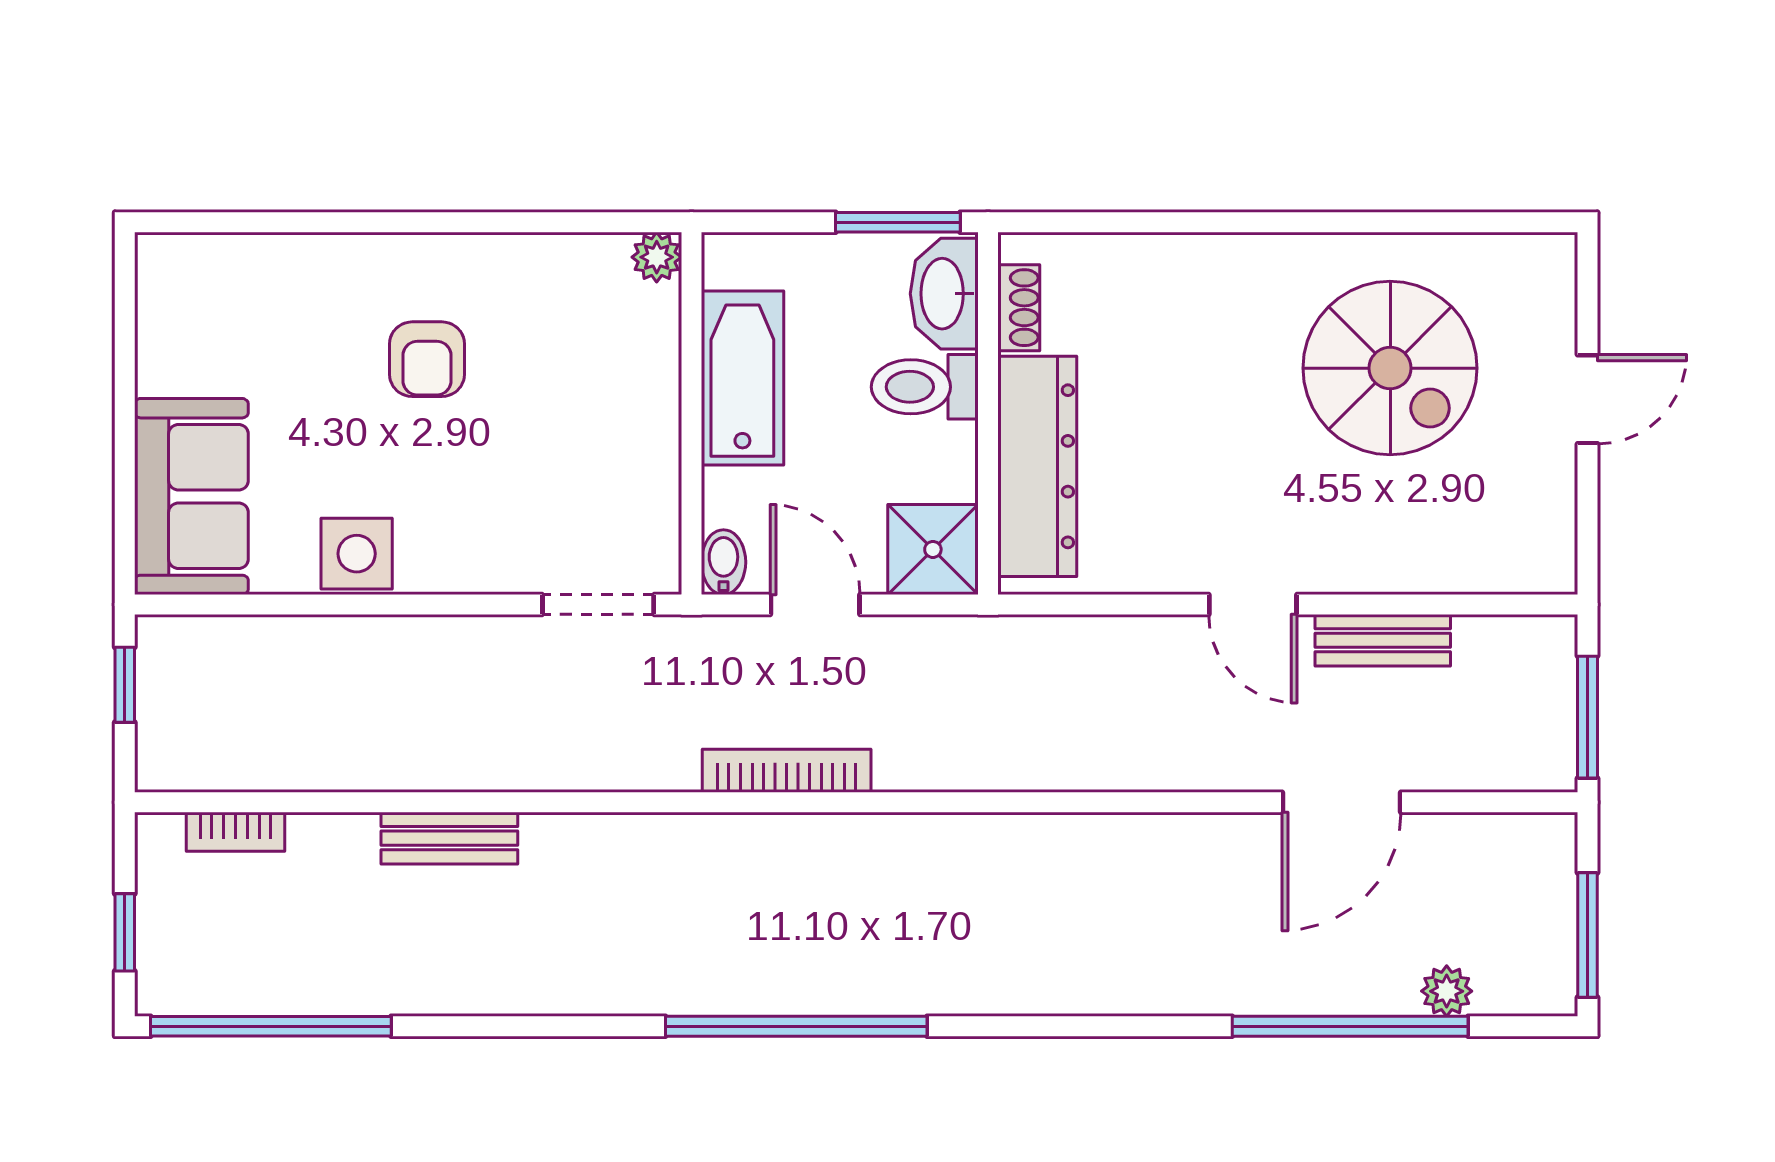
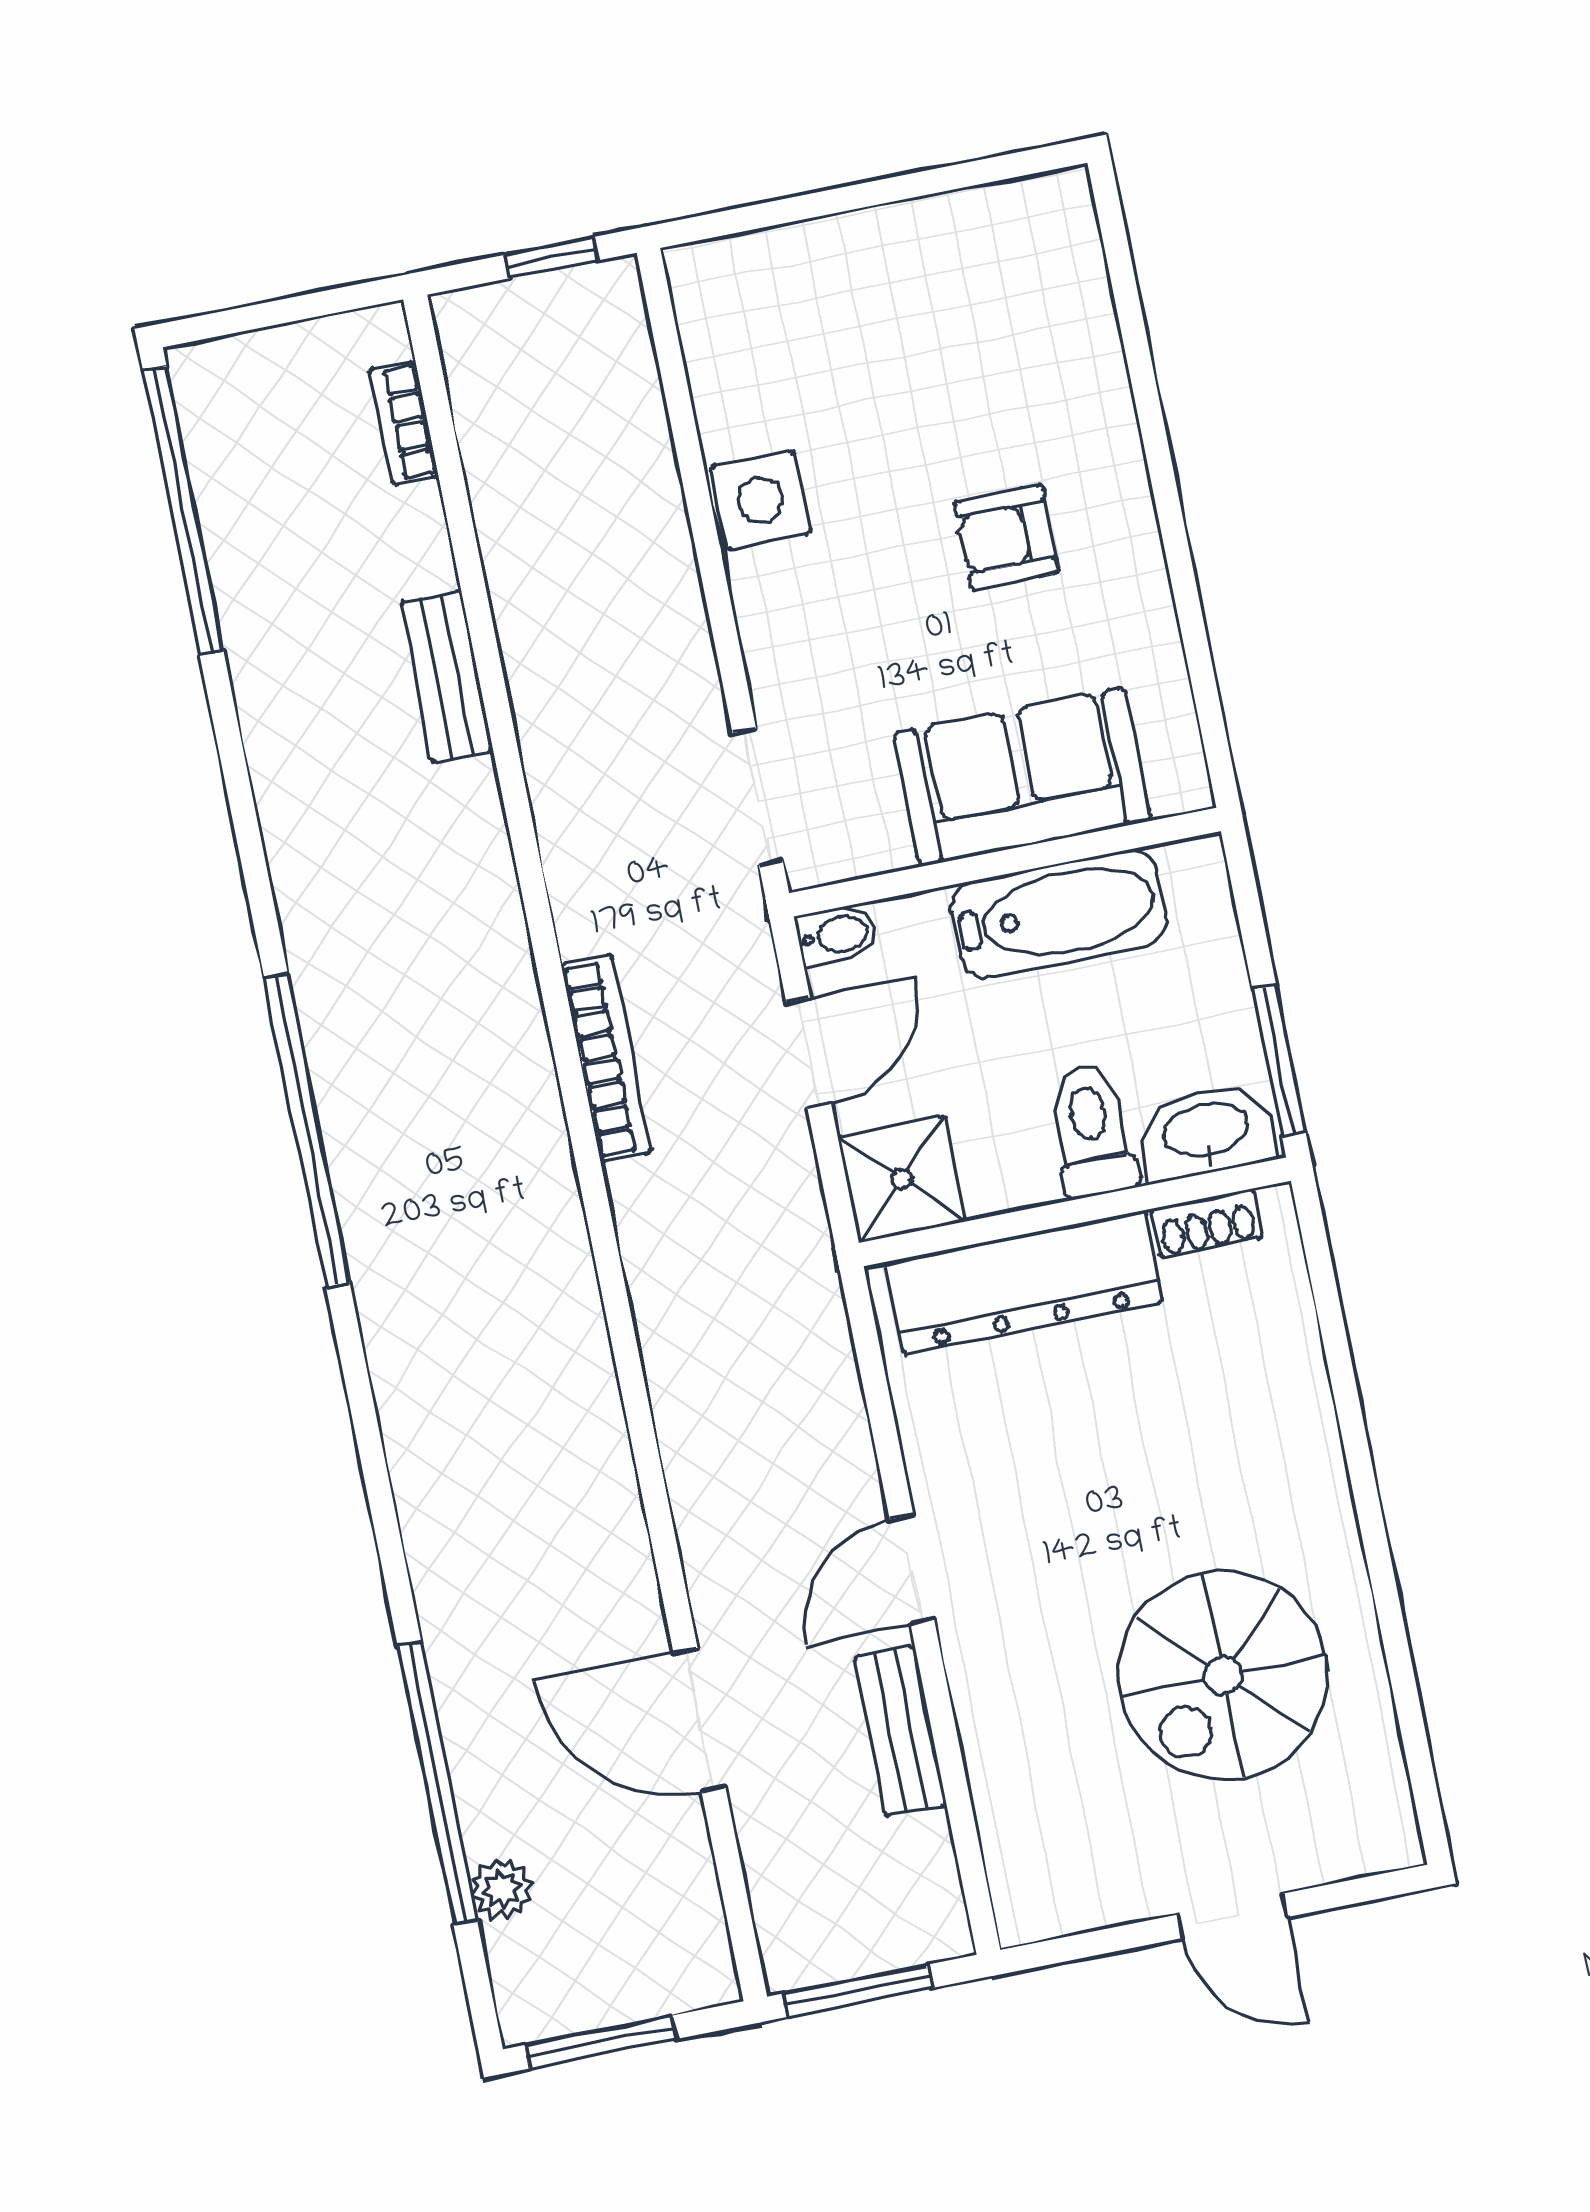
plant: (657, 257) -> (1181, 784), removed
sofa: (191, 497) -> (1022, 777), moved, turned 180
window: (125, 932) -> (259, 316), removed

